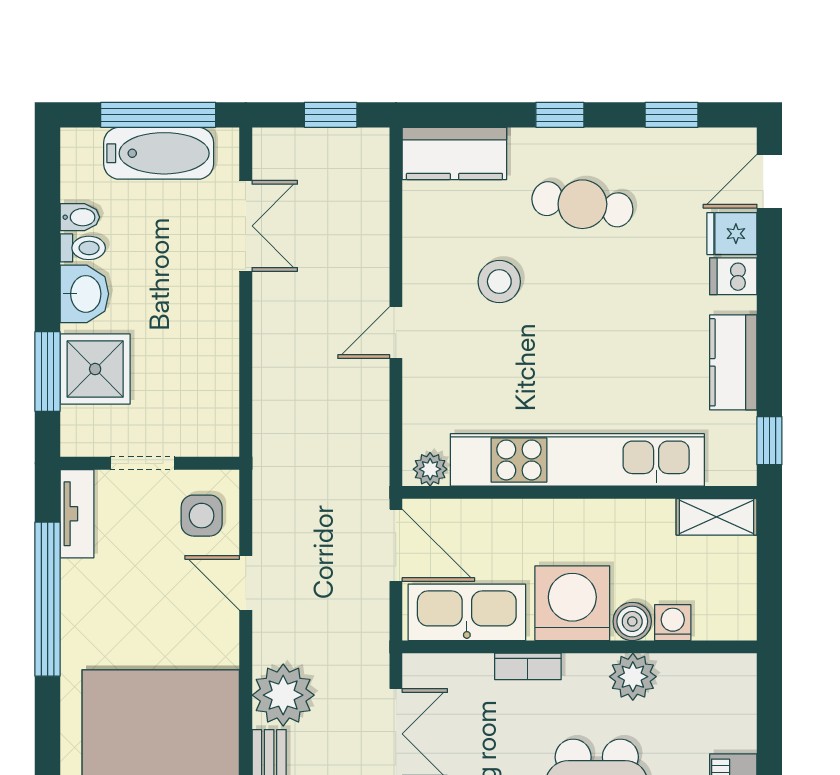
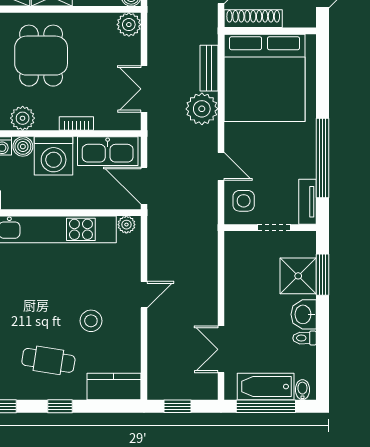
bidet: (80, 217) -> (302, 390), moved, turned 90

